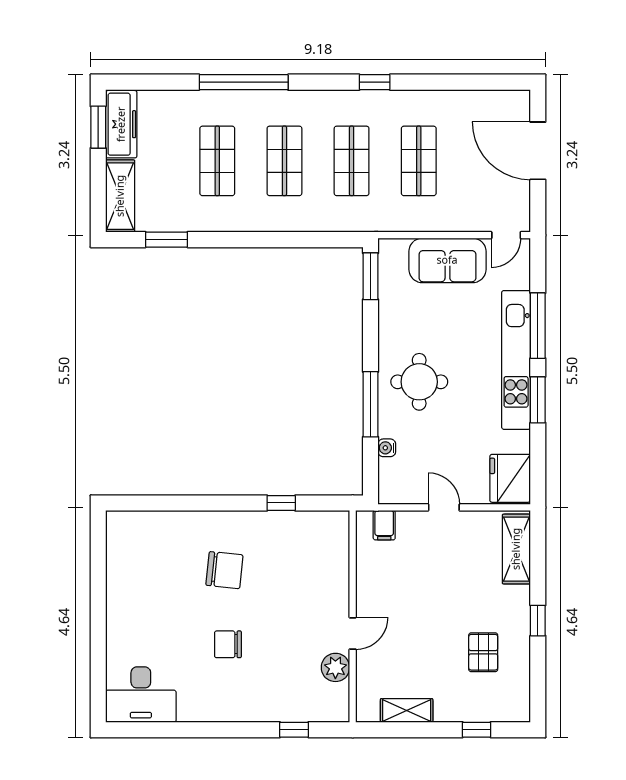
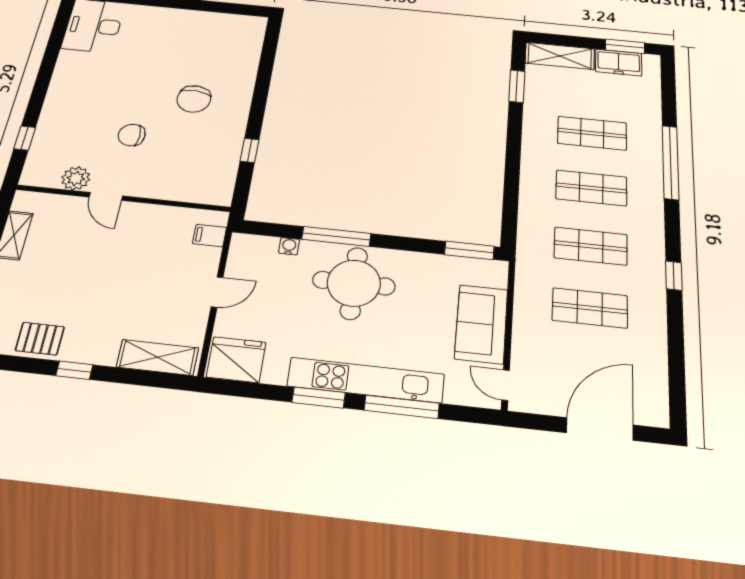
freezer: (121, 124) -> (619, 63), width x0.71
round table: (419, 382) -> (354, 283), width x1.36, depth x1.36
chair: (228, 644) -> (132, 135), moved, turned -90
pallet: (483, 652) -> (40, 339), moved

